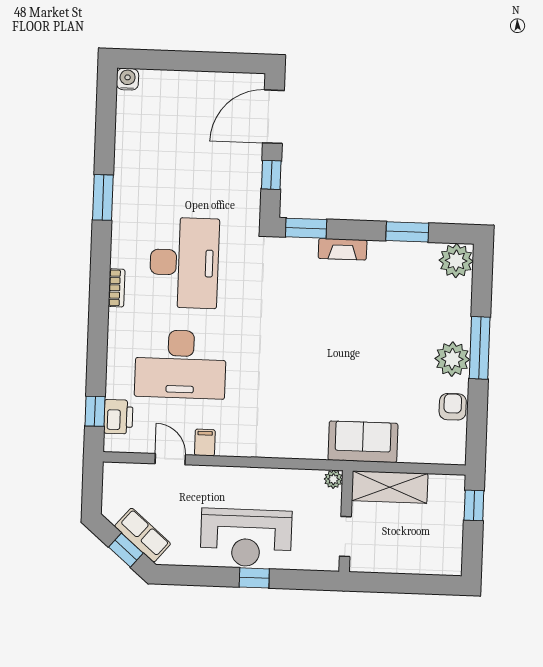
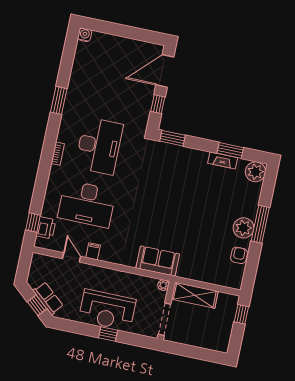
fireplace: (343, 249) -> (223, 160), moved
sofa: (363, 442) -> (158, 261), moved
doorway: (345, 536) -> (164, 319), width x1.38

